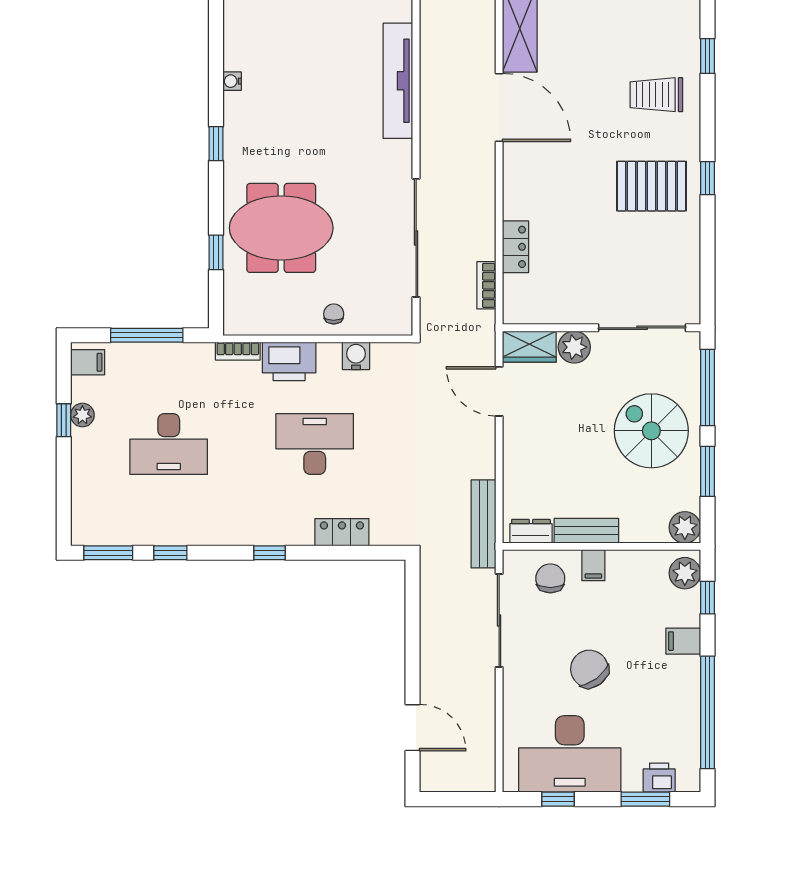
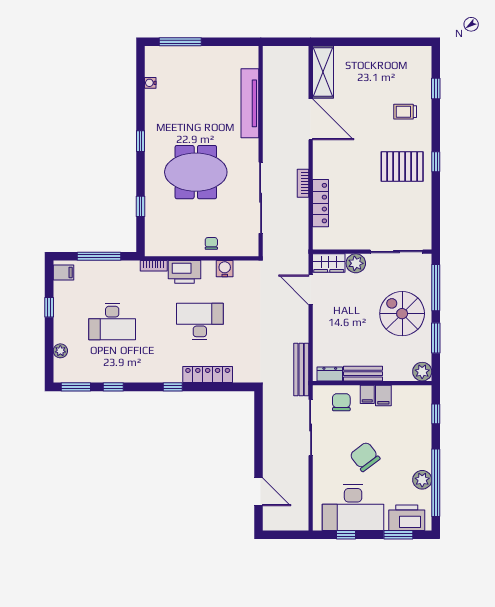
water cooler: (232, 81) -> (150, 83), moved
trolley: (656, 95) -> (405, 112), width x0.73, depth x0.72
meeting table: (281, 228) -> (196, 172), moved
locker: (515, 247) -> (320, 203), width x1.53
bookcase: (486, 285) -> (303, 183), moved
plant: (82, 415) -> (60, 351), moved
locker: (342, 532) -> (208, 375), width x1.53
plant: (685, 573) -> (422, 480), moved
filing cabinet: (683, 641) -> (383, 395), moved, turned -90
printer: (659, 778) -> (407, 518), width x1.87, depth x1.48

